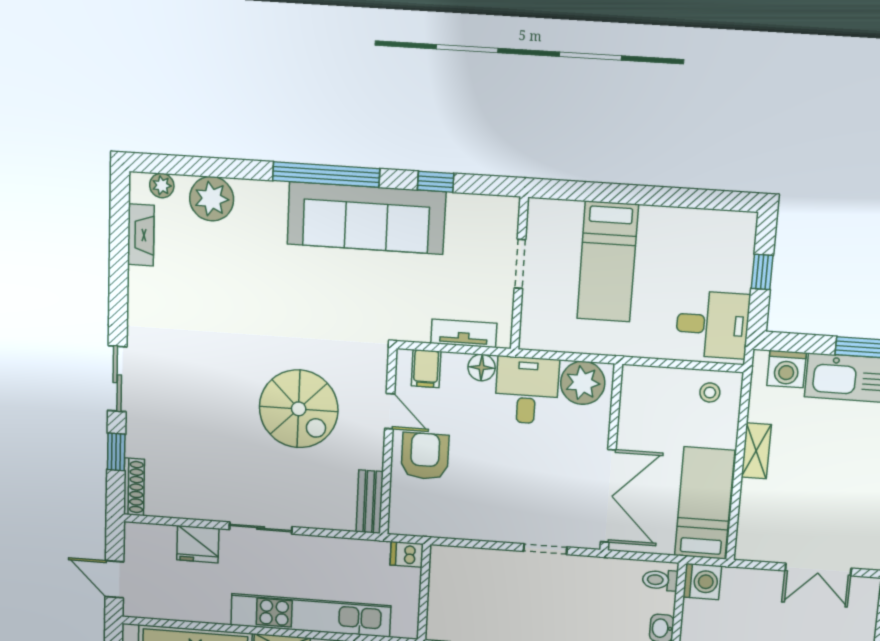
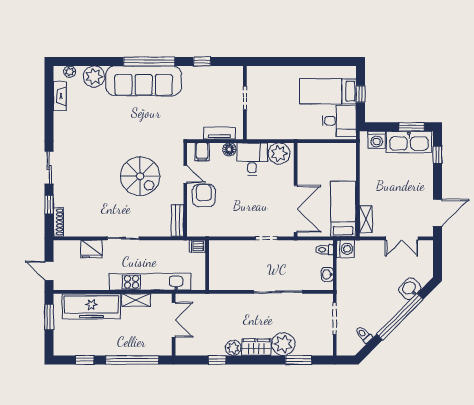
sofa: (366, 218) -> (144, 81), moved
bed: (608, 262) -> (328, 91), moved, turned 90
stool: (710, 393) -> (341, 154), removed
shelving: (756, 451) -> (366, 219), moved

